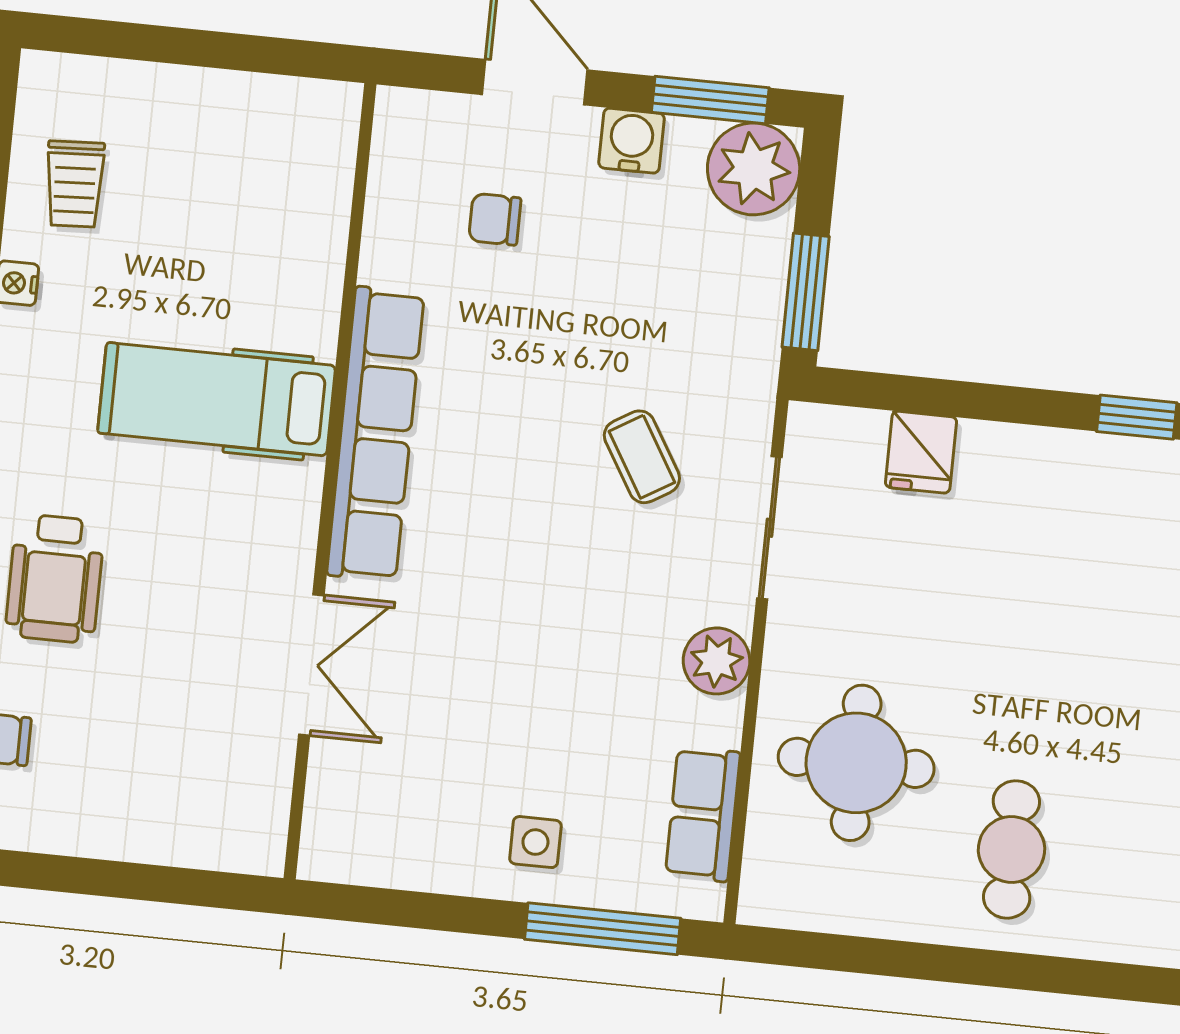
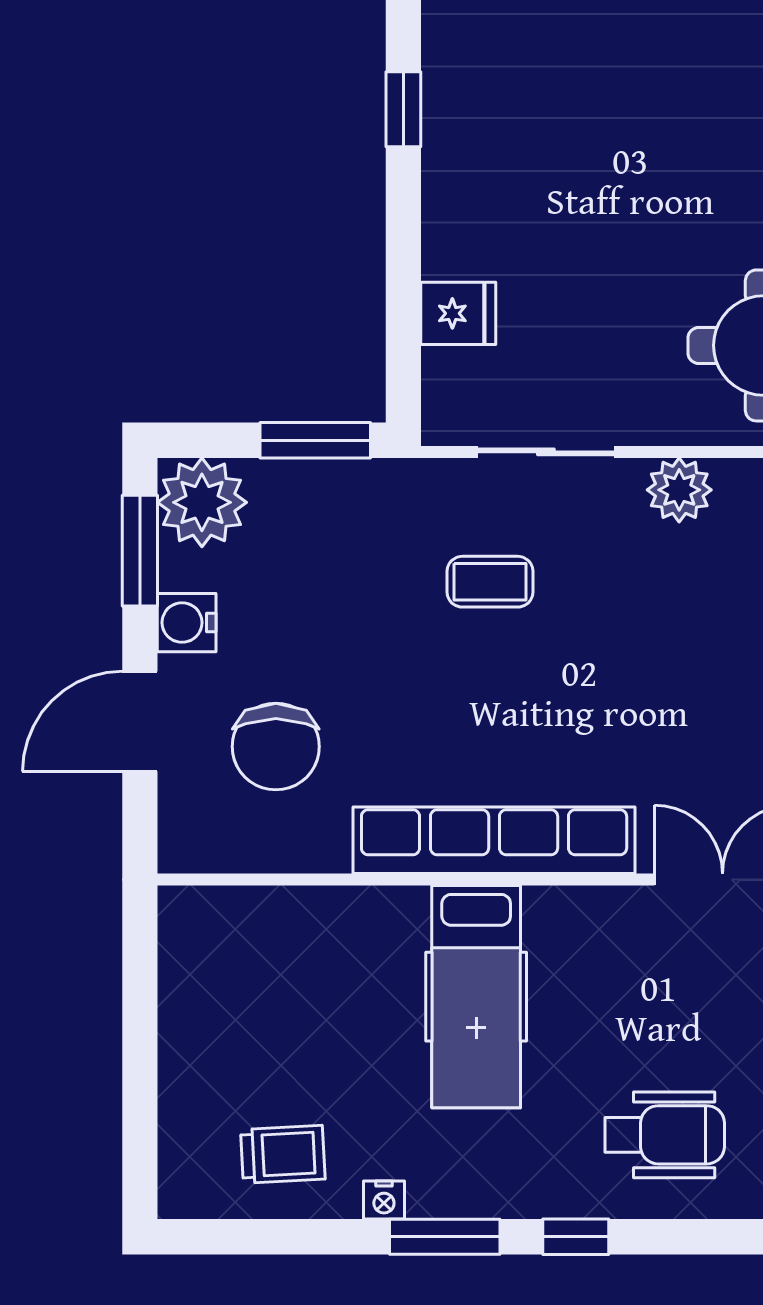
chair: (495, 219) -> (276, 747), width x1.87, depth x1.87
coffee table: (642, 457) -> (490, 582), turned 31

